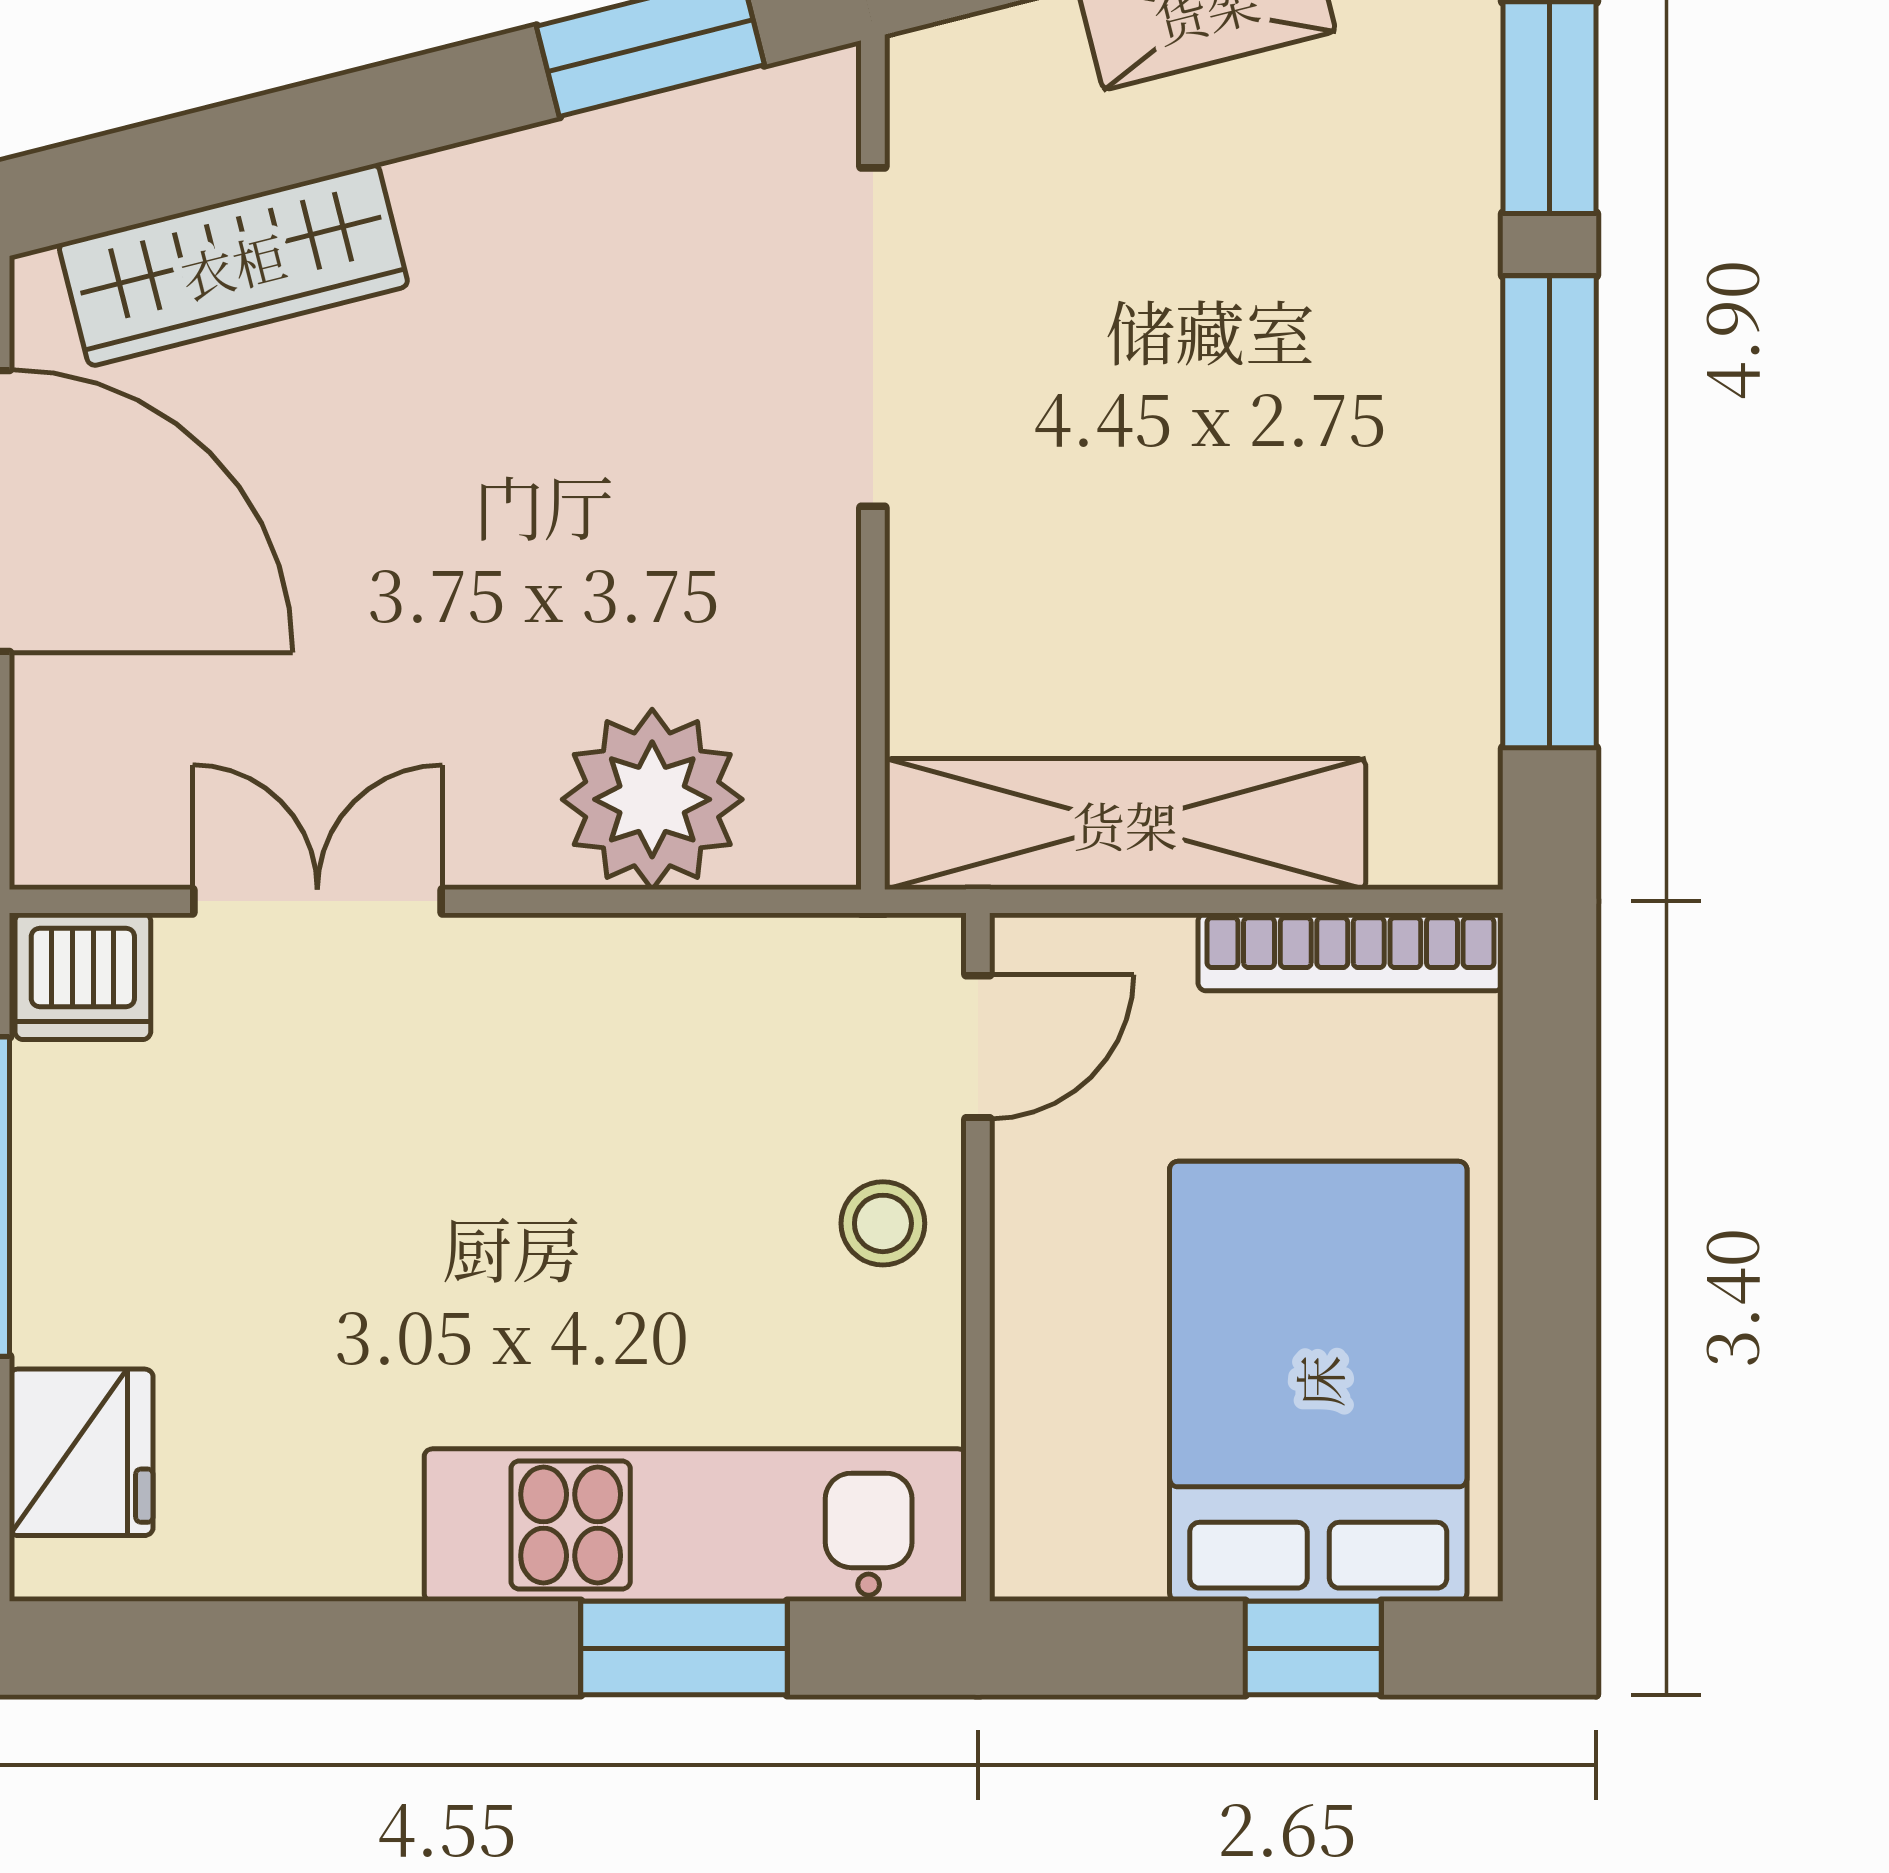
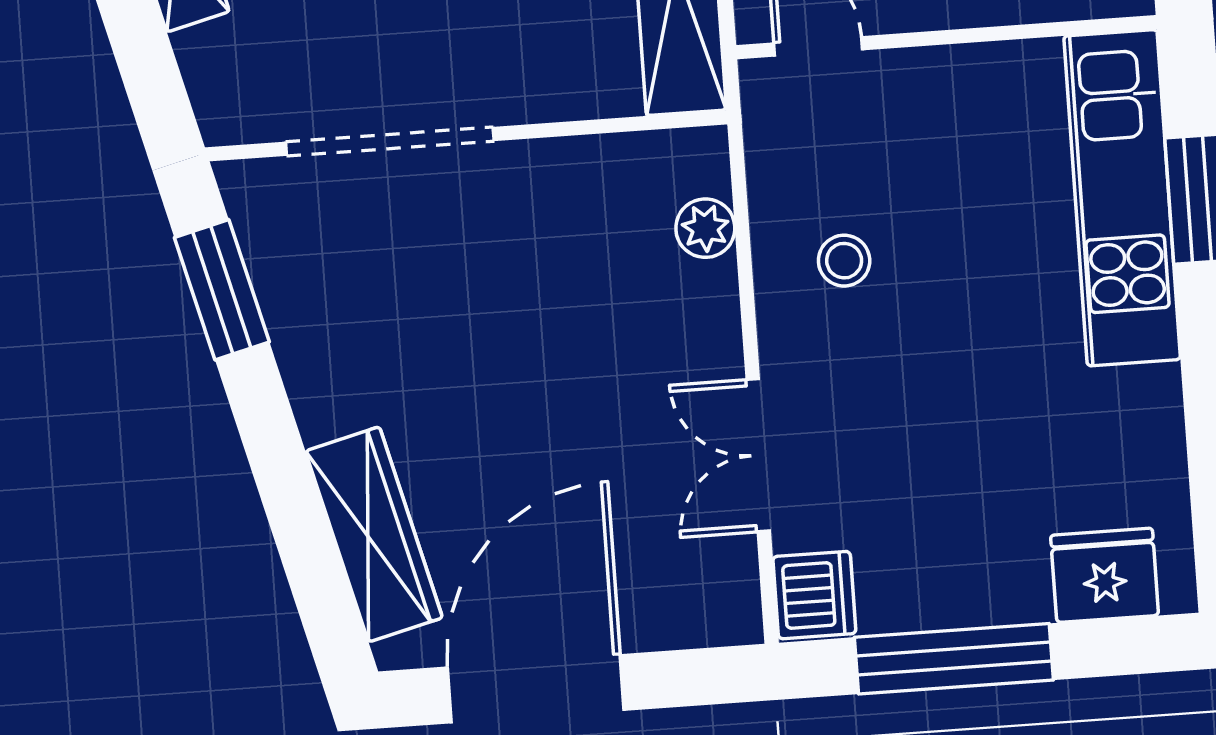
plant: (652, 799) -> (705, 228), width x0.53, depth x0.53
stool: (883, 1223) -> (844, 261), moved

